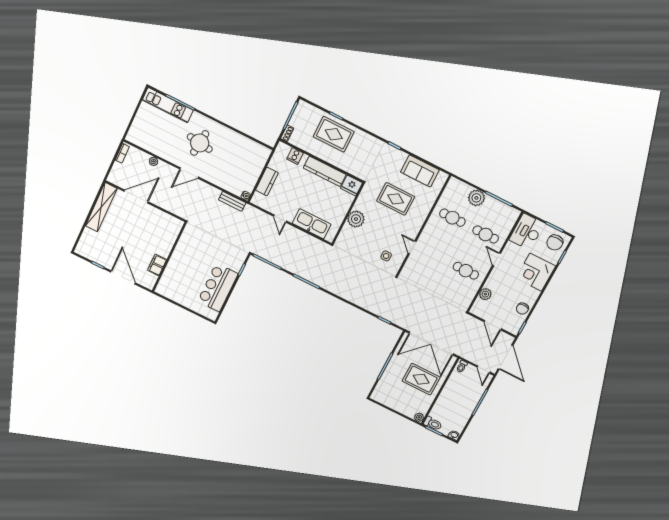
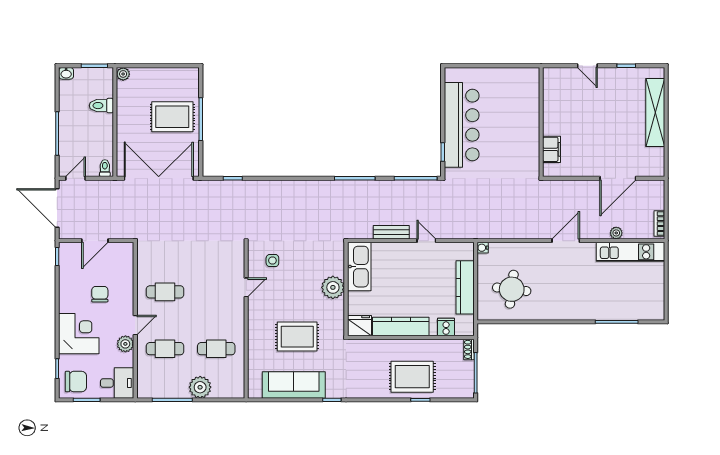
kitchen unit: (168, 105) -> (630, 252), moved, turned 180
round table: (200, 143) -> (512, 289), moved
sofa: (420, 171) -> (294, 385), width x1.36
kitchen counter: (267, 181) -> (465, 287), width x1.50
bench: (232, 201) -> (391, 232), moved
shelving: (101, 207) -> (655, 112), moved
kitchen sink: (312, 224) -> (359, 267), moved, turned -90
desk: (527, 232) -> (117, 383), width x0.73
chair: (555, 243) -> (76, 382), turned 90
door: (412, 247) -> (246, 287), hinge flipped
door: (496, 259) -> (135, 325), hinge flipped
filing cabinet: (157, 265) -> (552, 149), moved
door: (123, 277) -> (587, 66), width x0.53
bar counter: (218, 288) -> (462, 125), width x1.36
plant: (485, 294) -> (125, 344), moved
chair: (522, 309) -> (100, 294), moved
door: (493, 325) -> (95, 241), swing flipped
door: (484, 370) -> (76, 178), hinge flipped
rug: (421, 379) -> (172, 117), moved
toilet: (433, 424) -> (101, 106), moved

